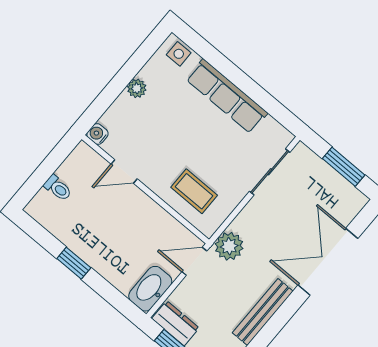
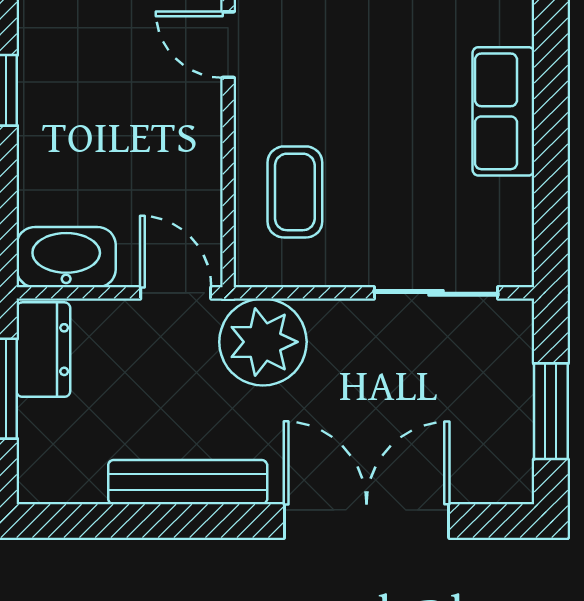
row of seats: (227, 96) -> (503, 111), width x0.68
plant: (229, 246) -> (263, 342), width x1.36, depth x1.36

